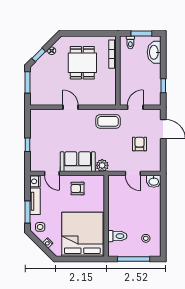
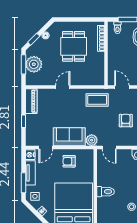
plant: (39, 82) -> (34, 64), added
door: (71, 107) -> (63, 87), hinge flipped
door: (135, 107) -> (122, 87), hinge flipped
piano: (36, 123) -> (31, 101), added
door: (52, 173) -> (46, 147), hinge flipped
door: (133, 173) -> (109, 147), moved
toilet: (117, 236) -> (106, 192), moved

